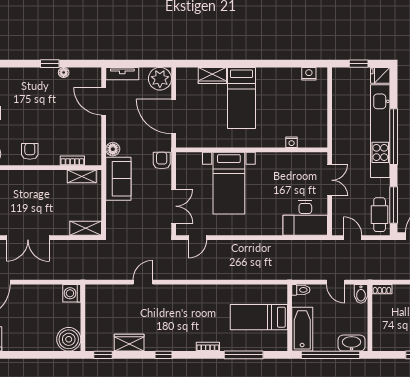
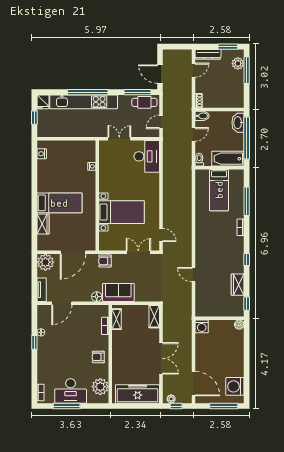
boiler: (69, 339) -> (239, 325), width x0.54, depth x0.54

